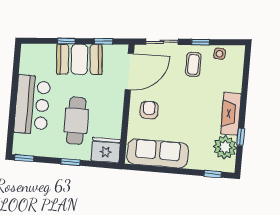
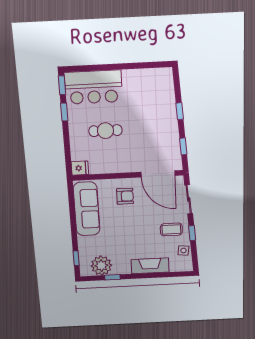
booth: (79, 59) -> (164, 126), removed
bar counter: (32, 105) -> (93, 87), moved
fireplace: (231, 114) -> (150, 266), moved
cafe table: (76, 121) -> (105, 131), width x0.73, depth x0.74
fridge: (106, 150) -> (80, 168), width x0.53, depth x0.75
window: (70, 162) -> (64, 112), moved

